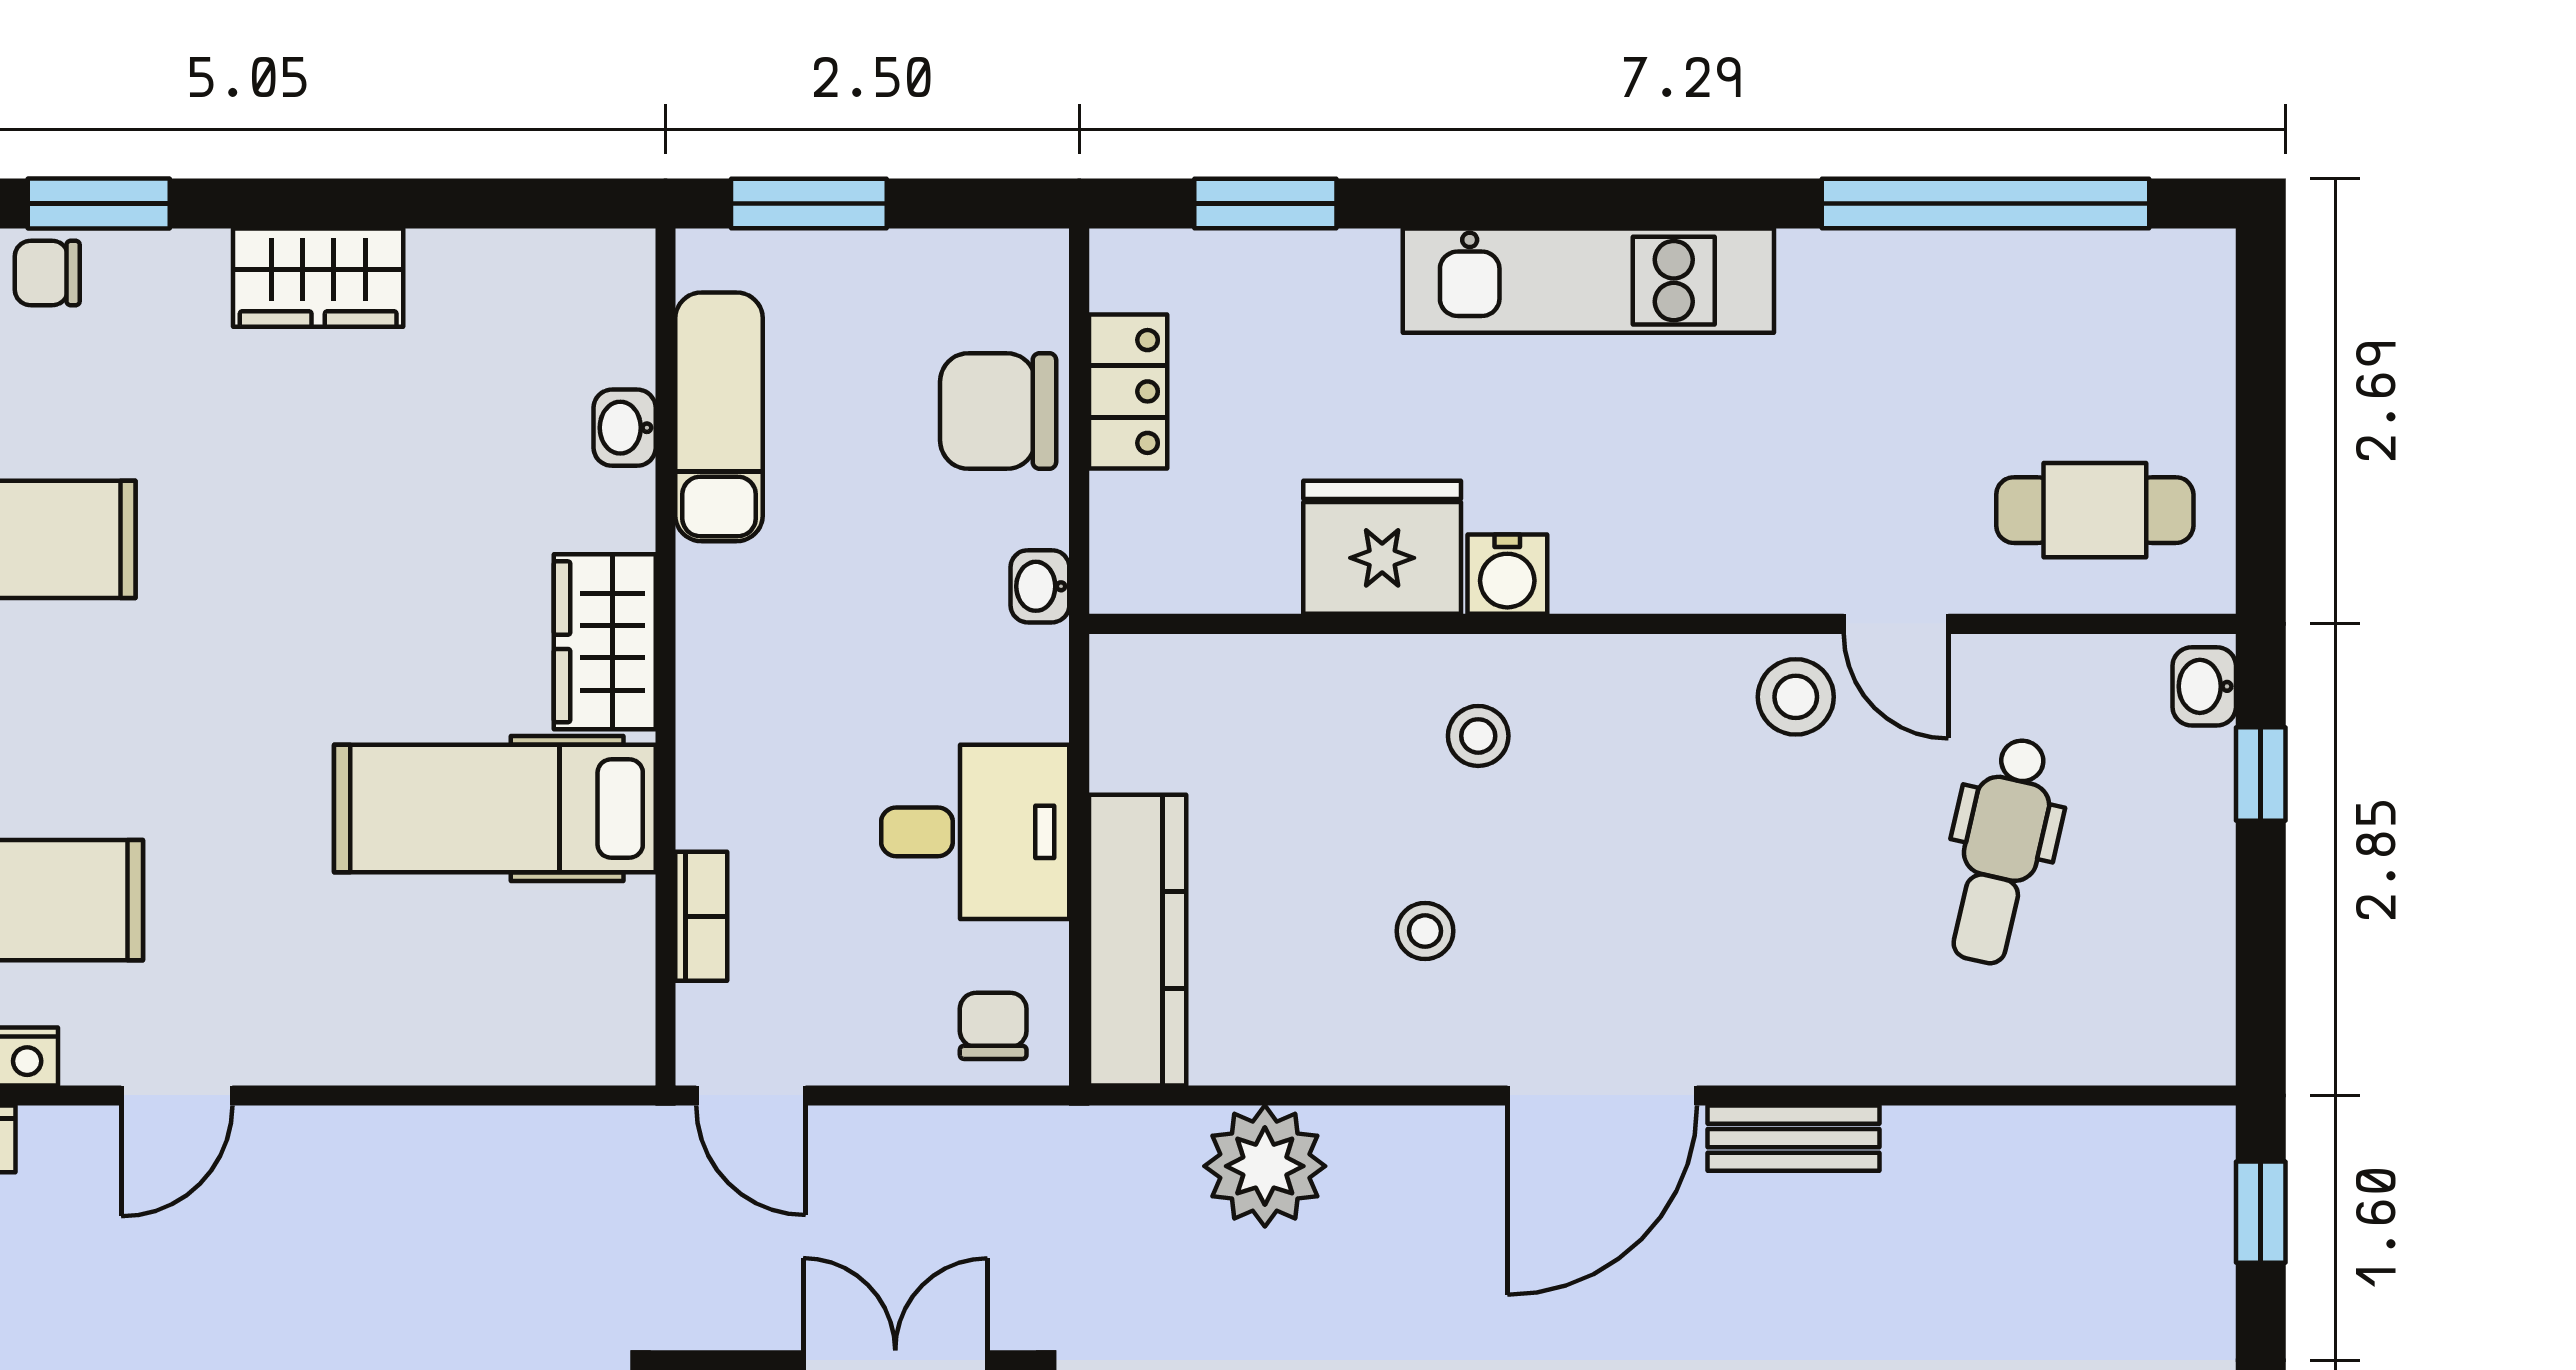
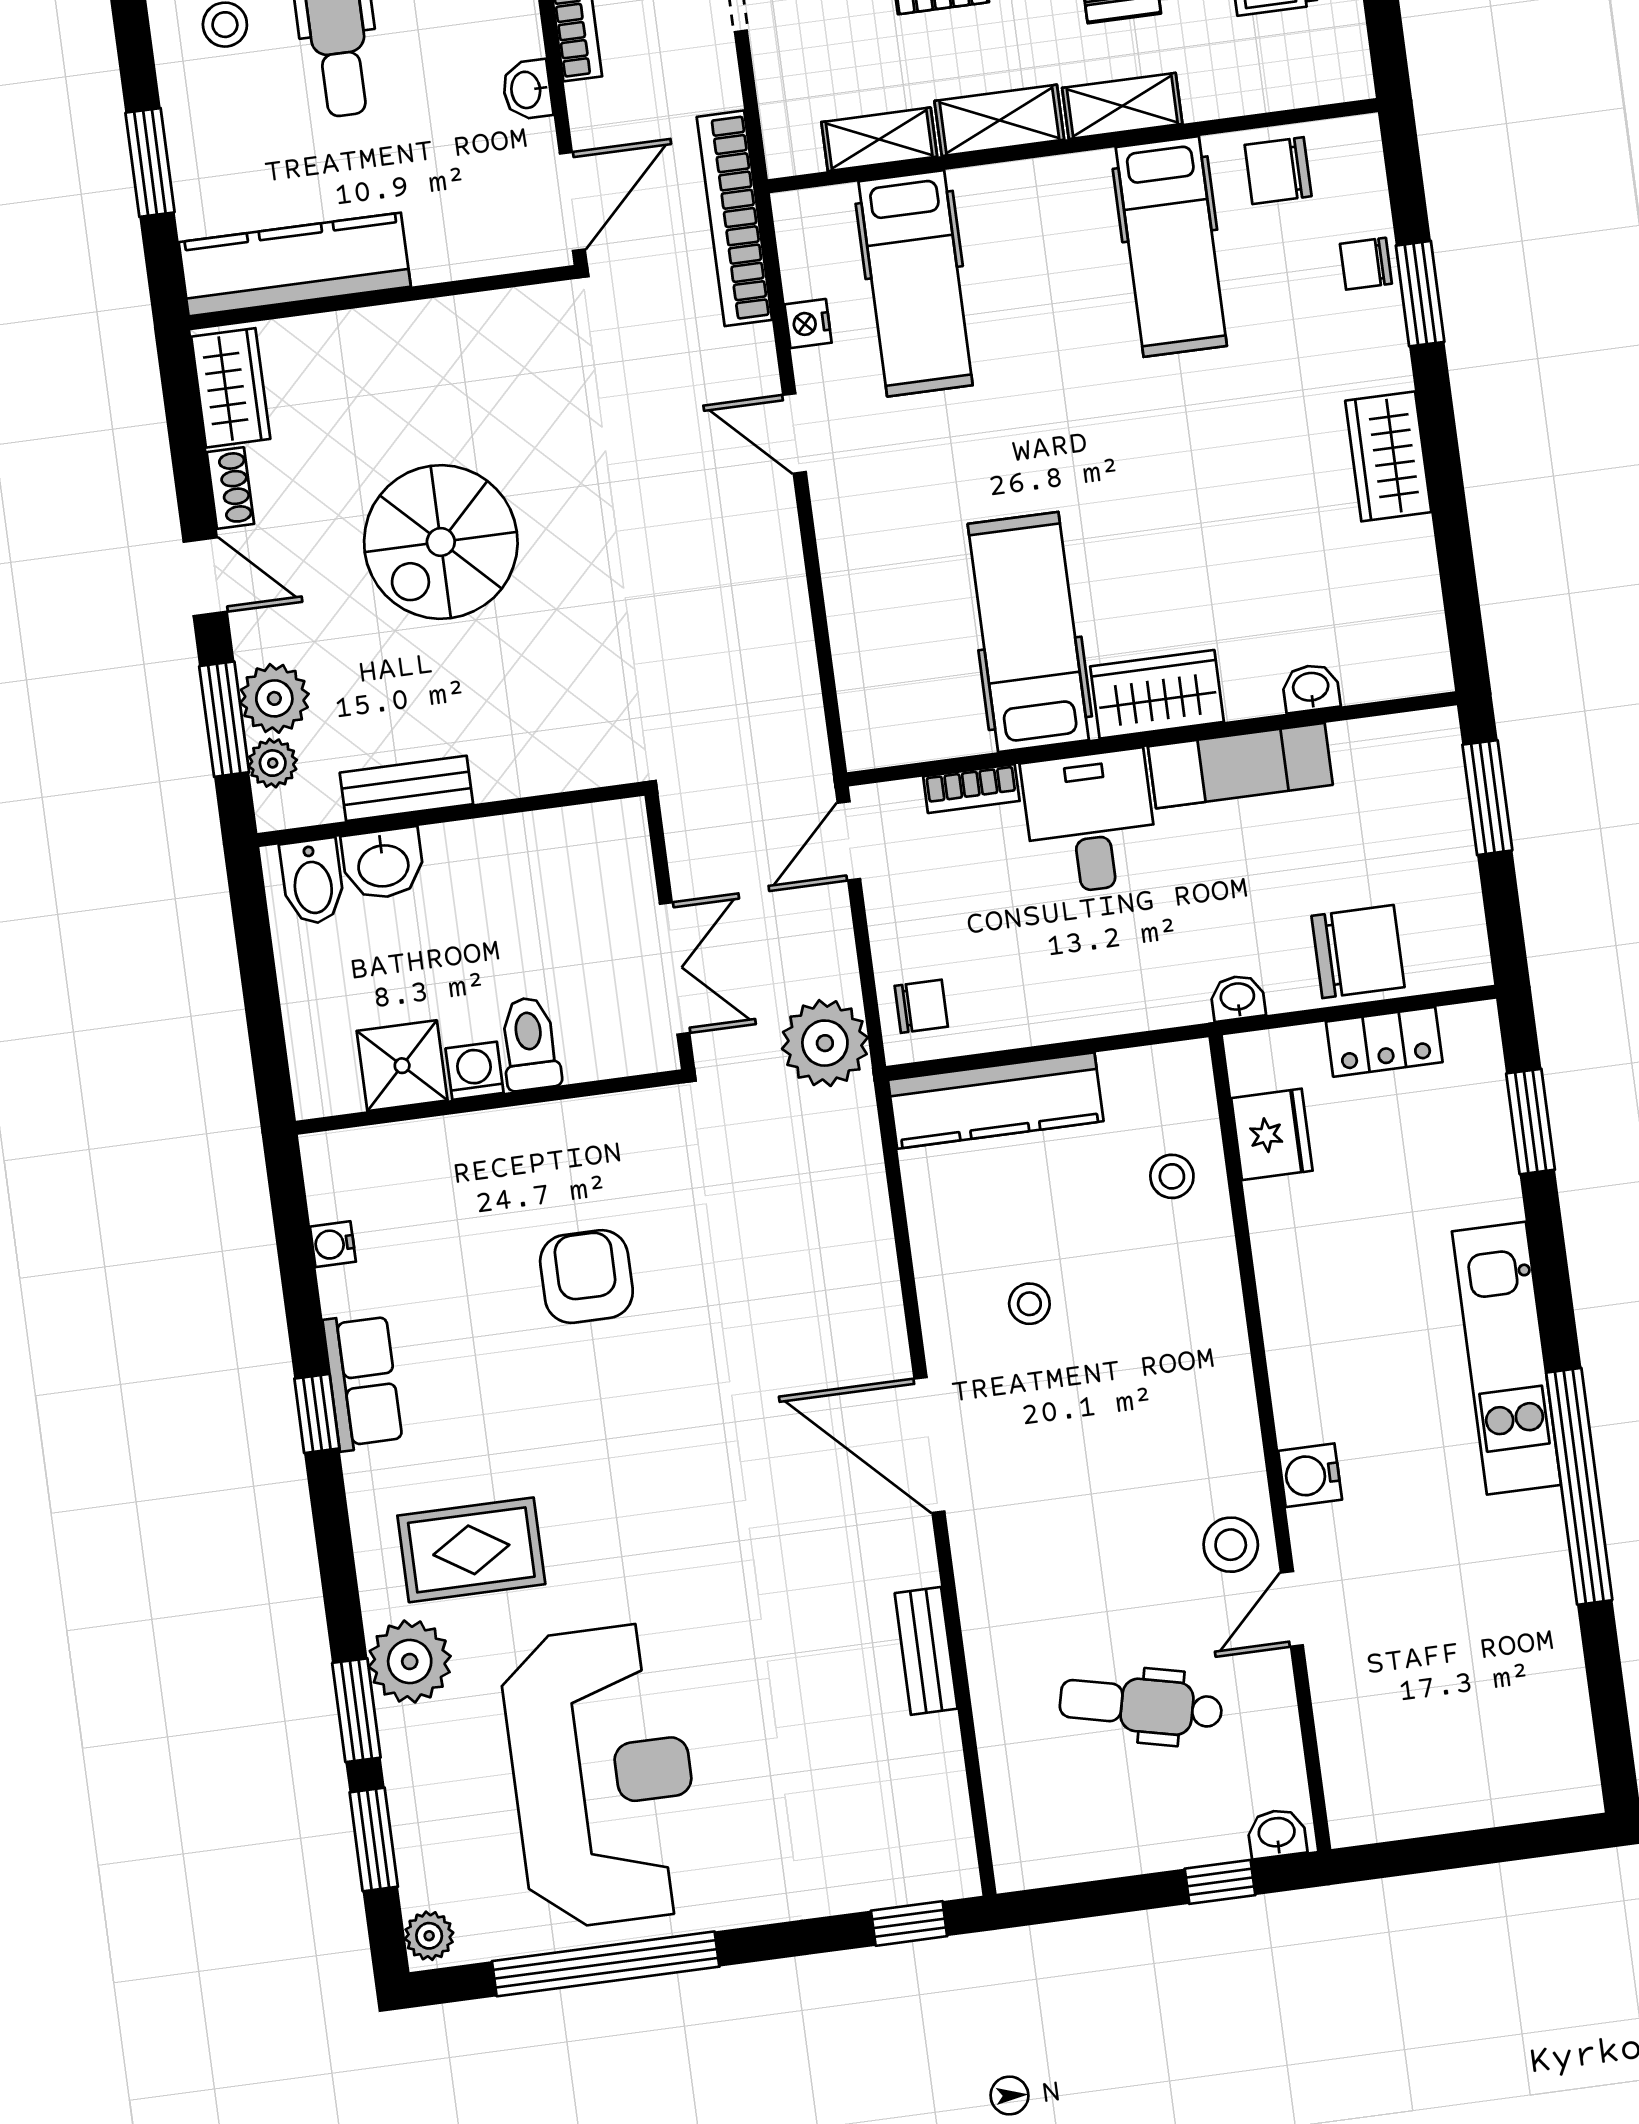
window: (1986, 204) -> (1579, 1486), moved
chair: (47, 273) -> (1366, 264), turned -90
chair: (998, 411) -> (1358, 952), turned 90
exam couch: (719, 417) -> (1240, 766), moved
cafe table: (2095, 510) -> (1392, 1739), removed
fridge: (1382, 547) -> (1272, 1134), moved, width x0.73, depth x0.75
water cooler: (1507, 574) -> (1310, 1475), moved
stool: (1478, 736) -> (1172, 1176), moved
desk: (975, 832) -> (1090, 822), moved, turned 180
bench: (1793, 1138) -> (926, 1651), moved
plant: (1265, 1166) -> (825, 1043), moved

